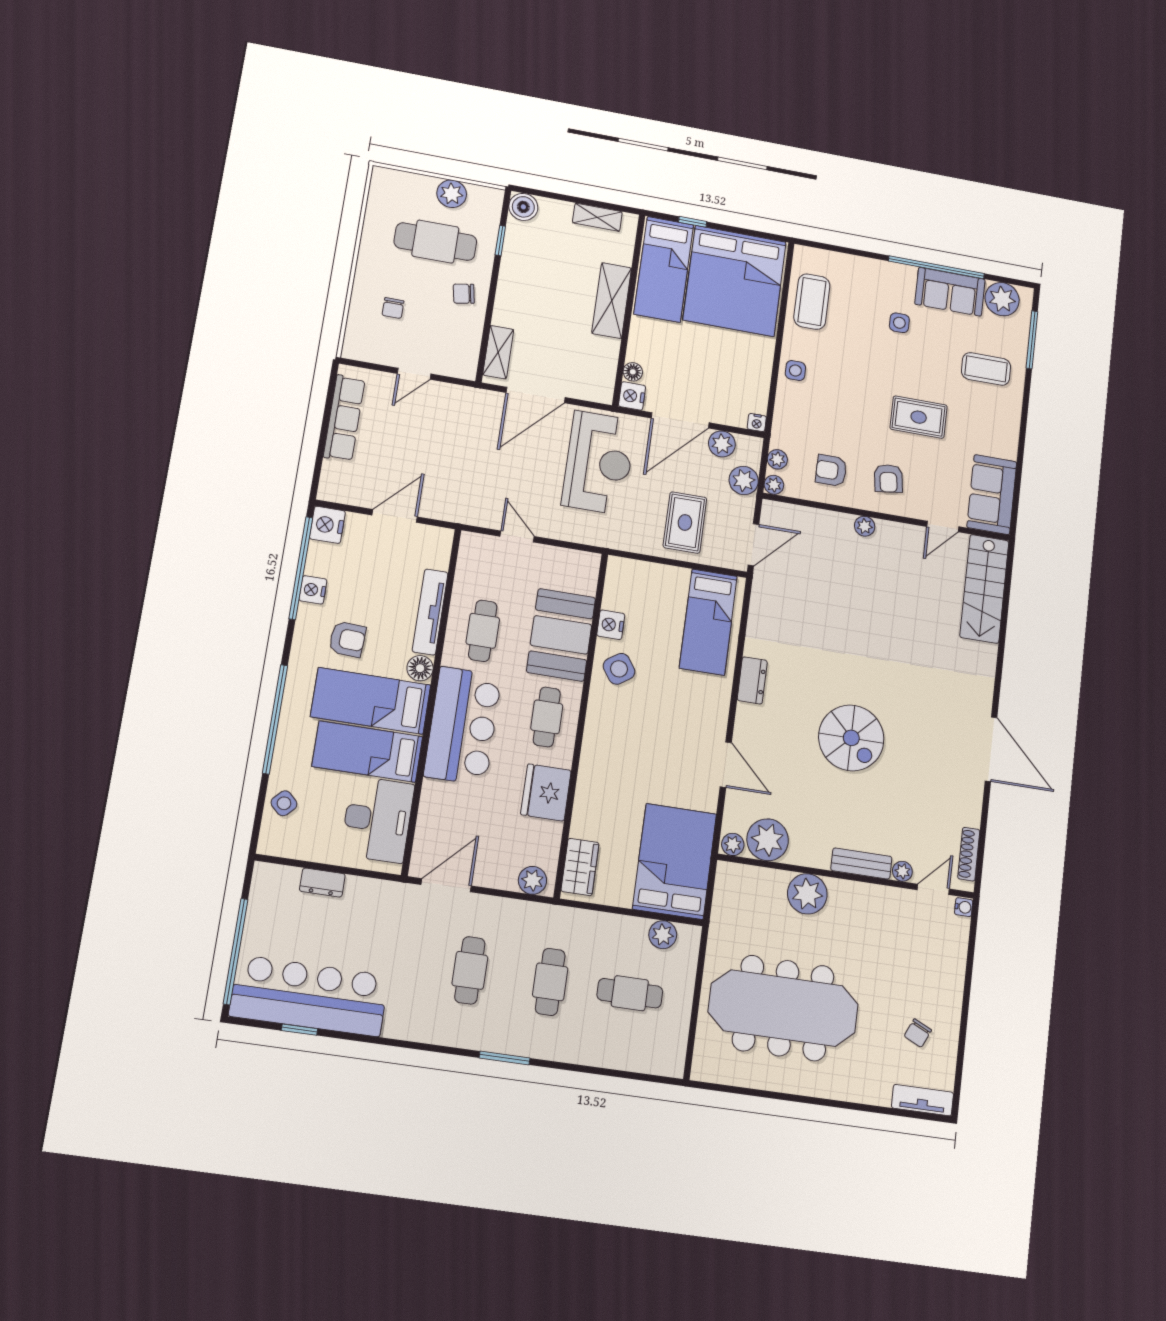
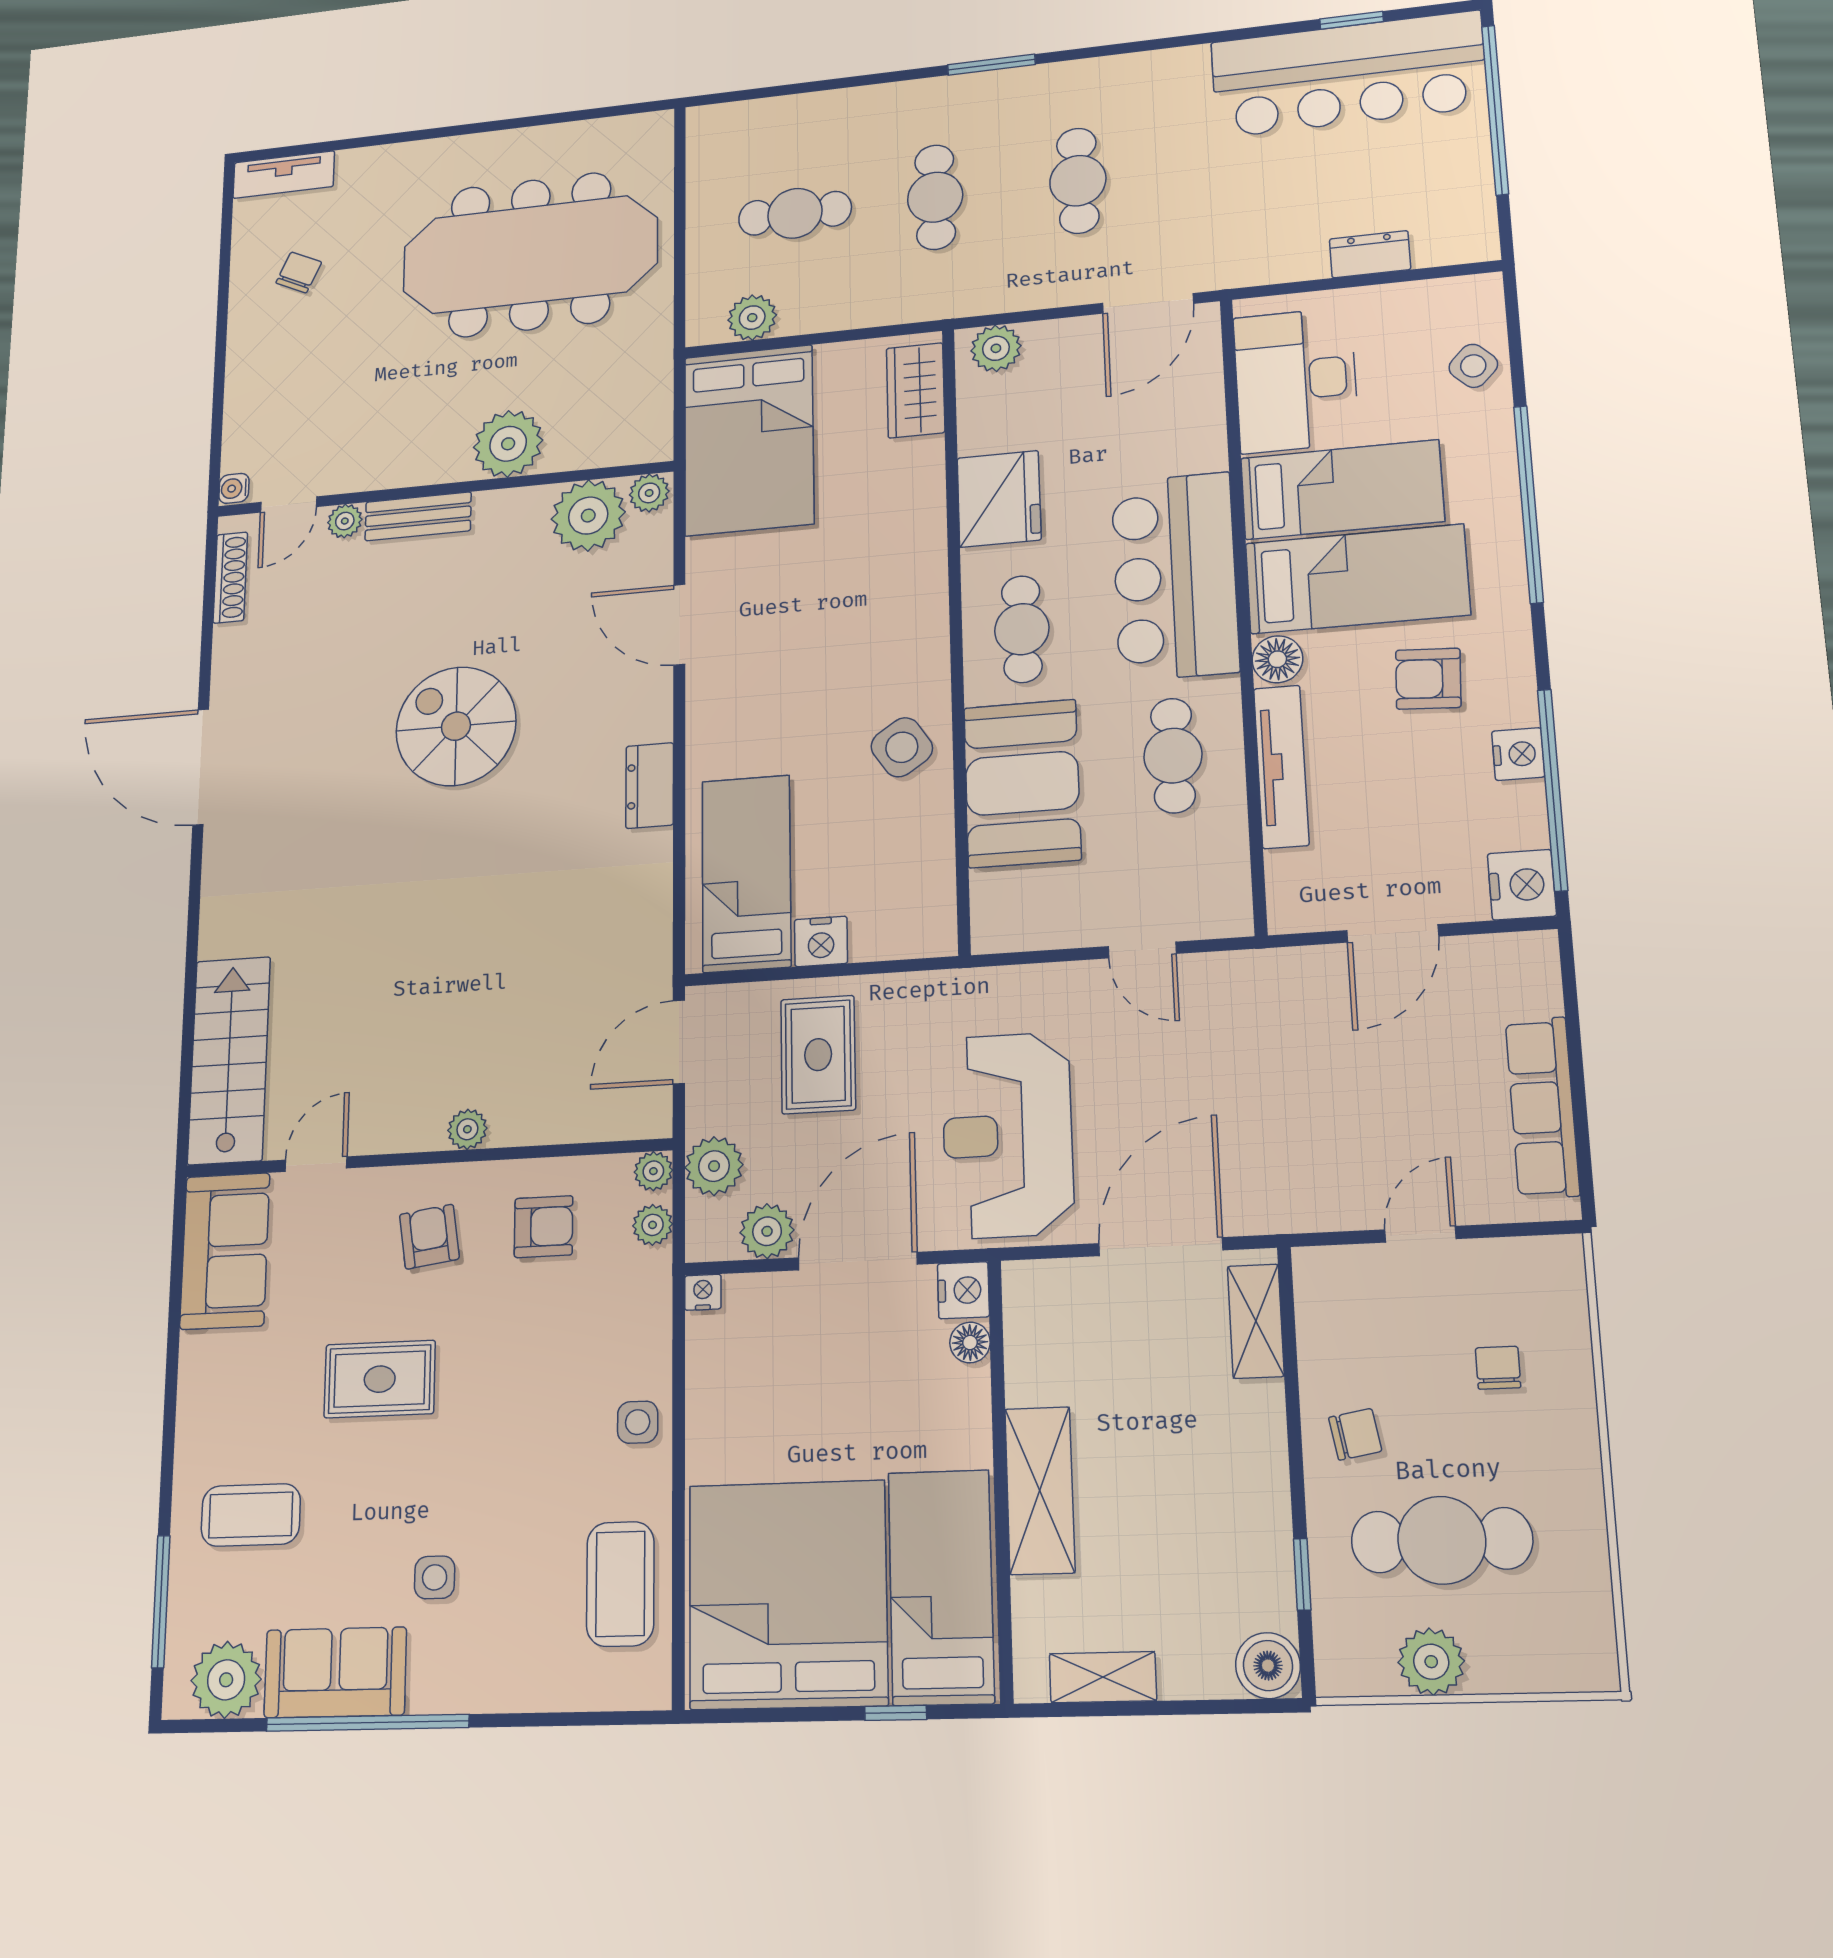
nightstand: (611, 625) -> (821, 941), moved, turned 90

